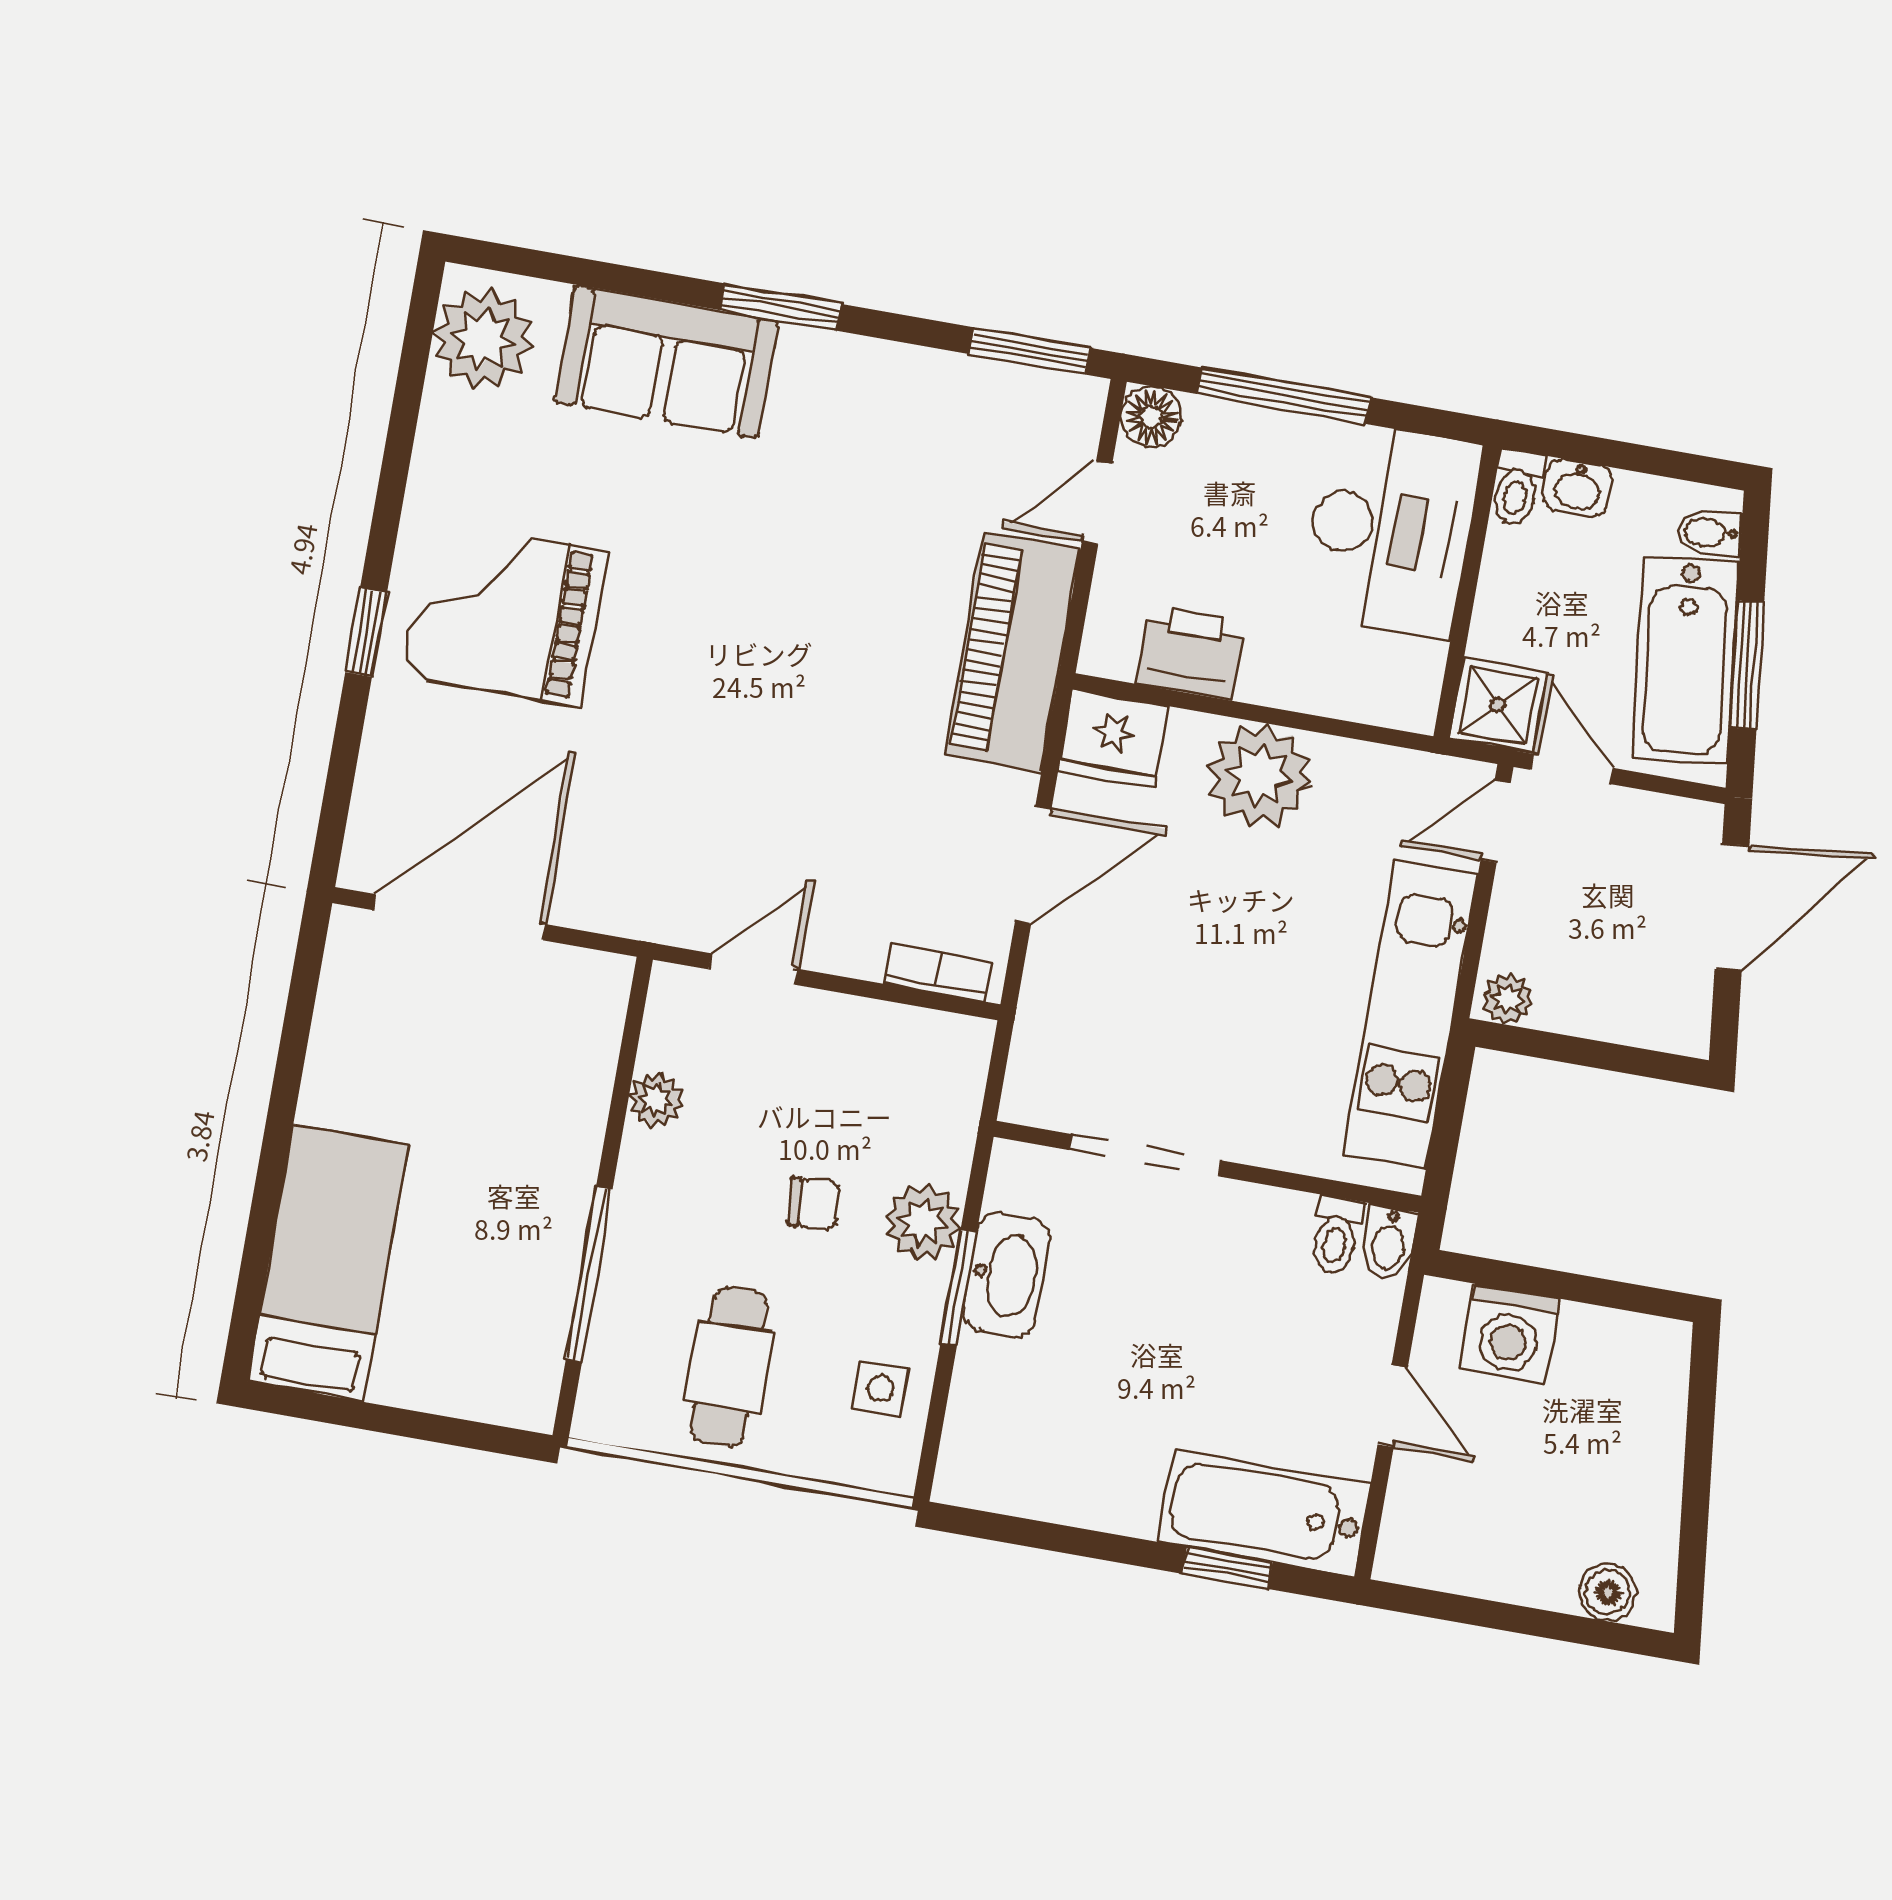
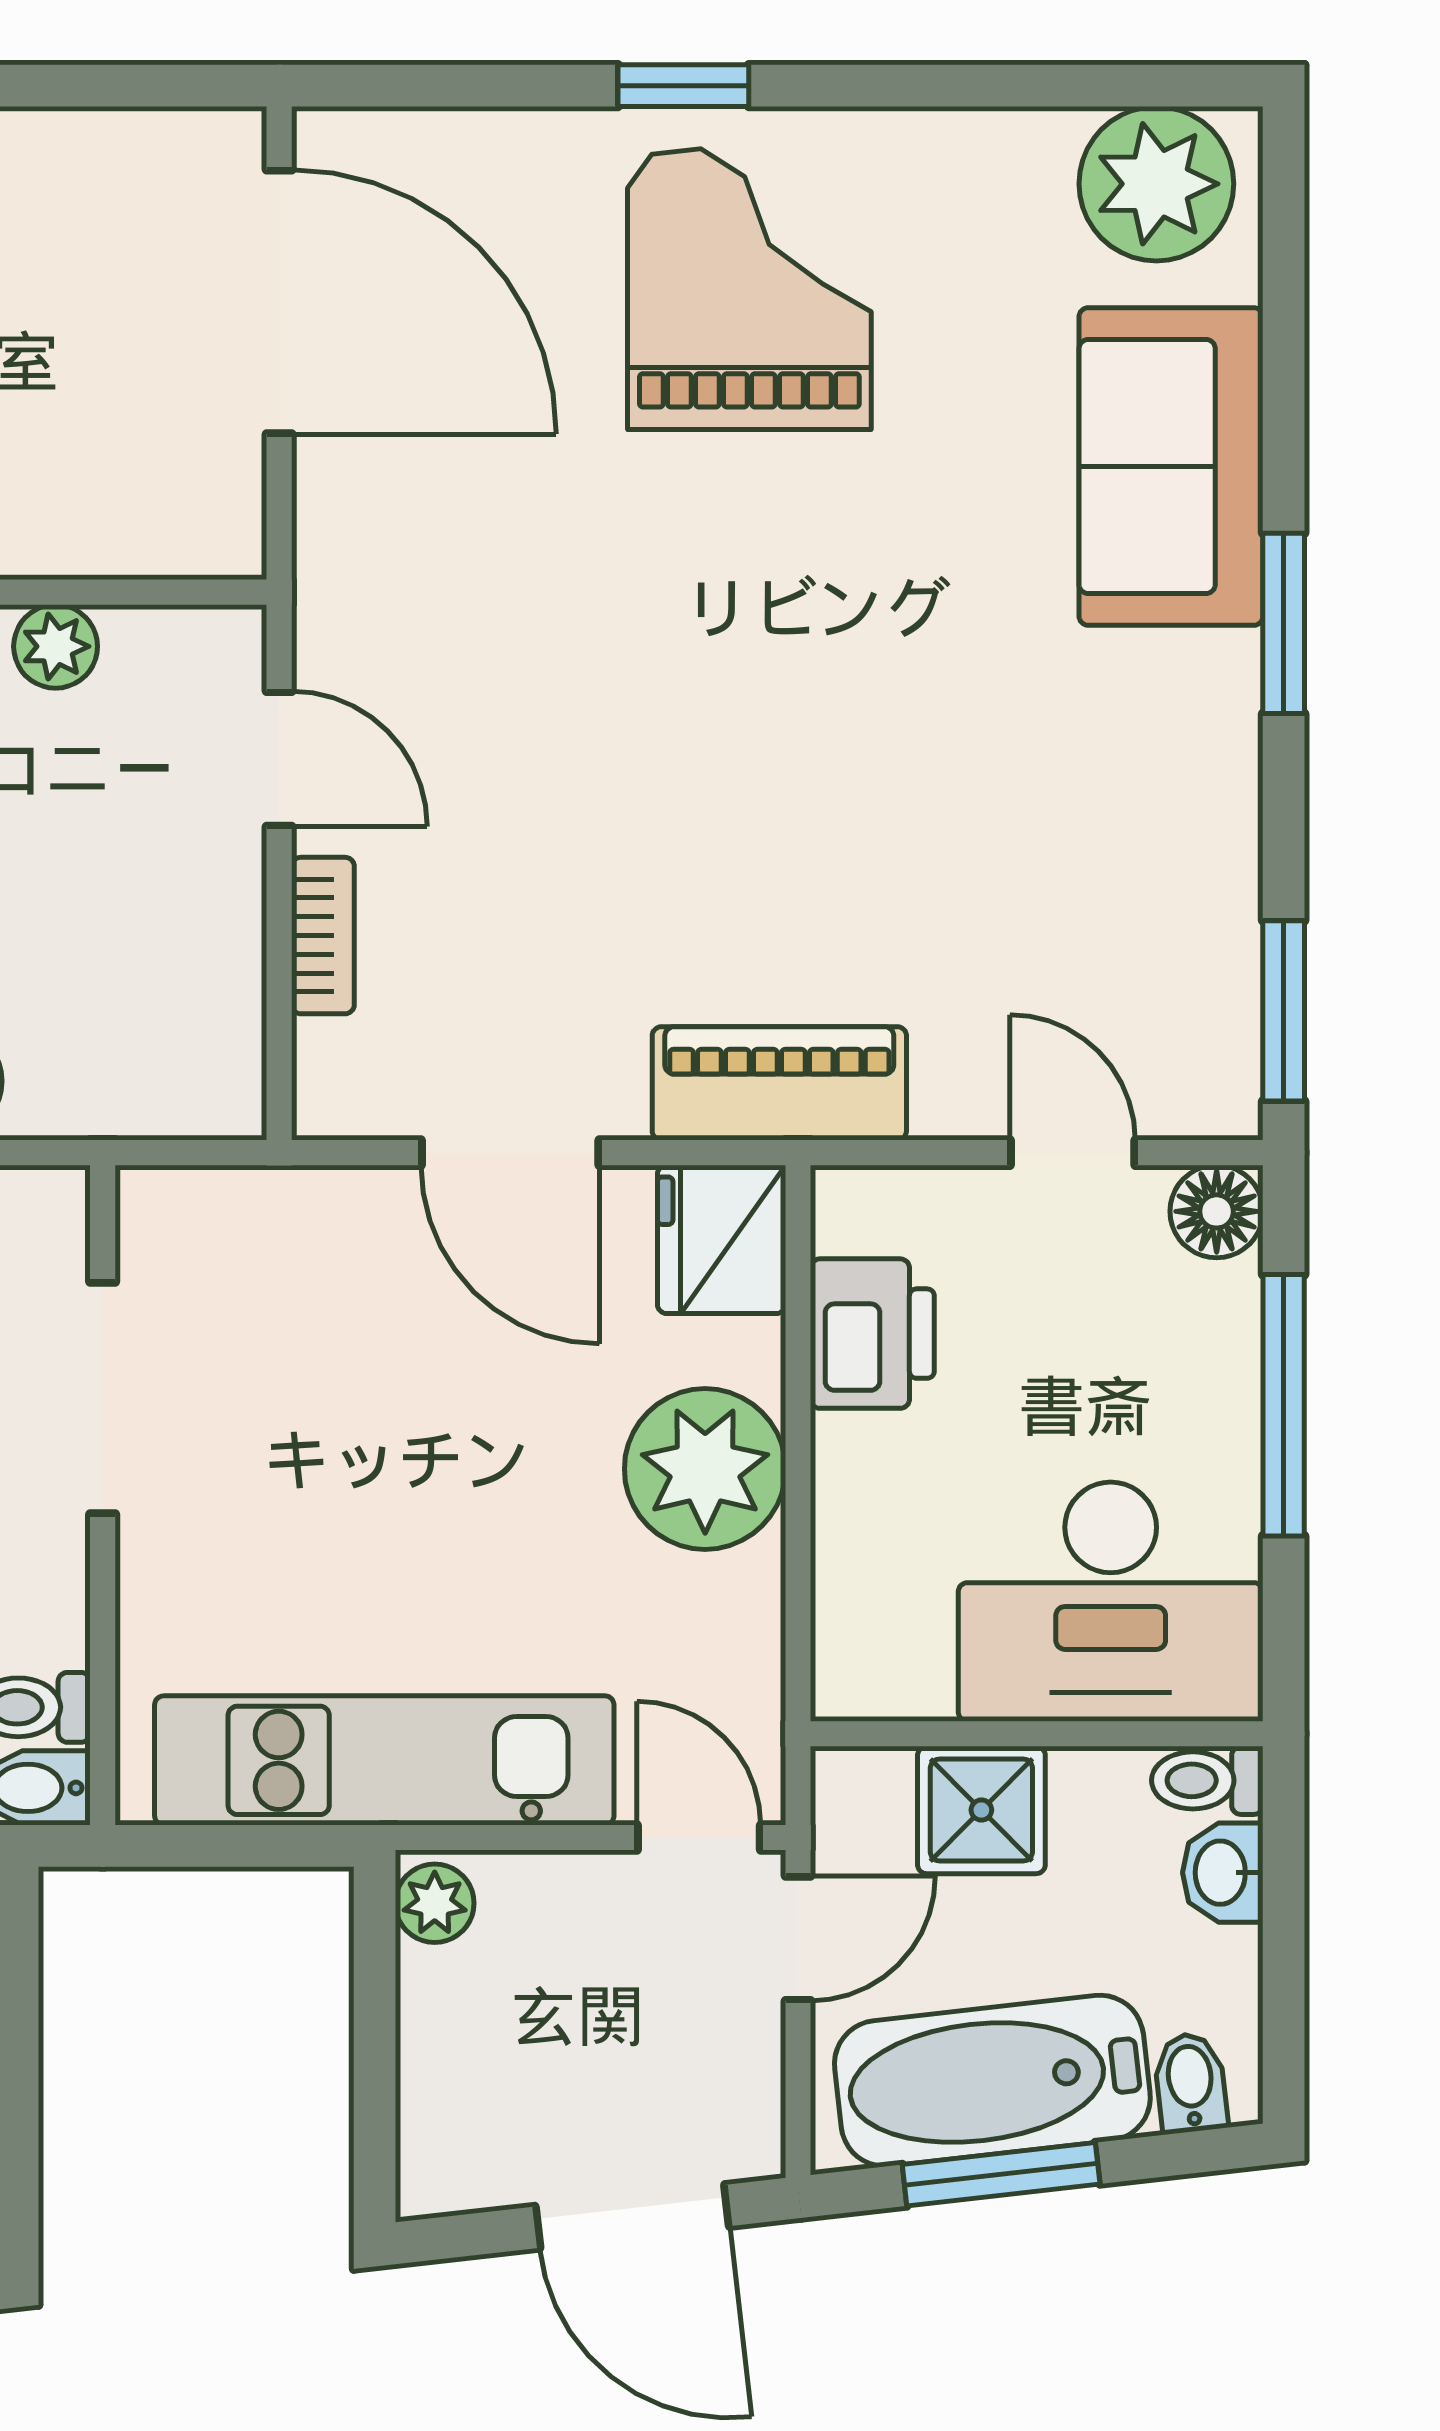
piano: (1013, 652) -> (779, 1083), width x0.73, depth x0.75
shower: (1498, 705) -> (981, 1810), moved
bookcase: (939, 973) -> (323, 936), moved

